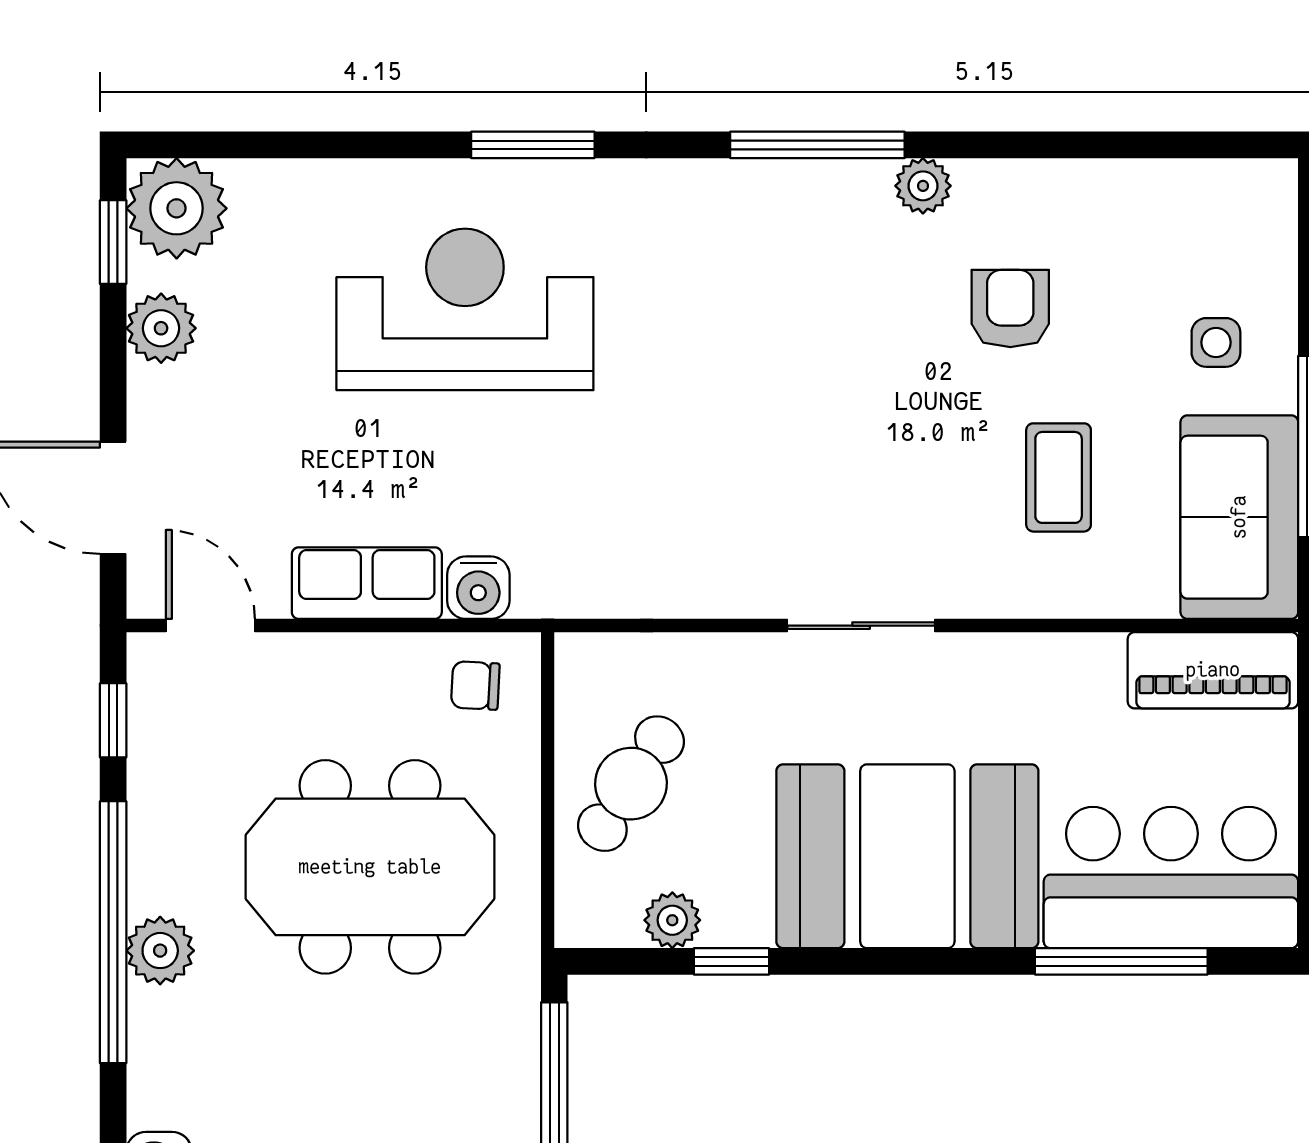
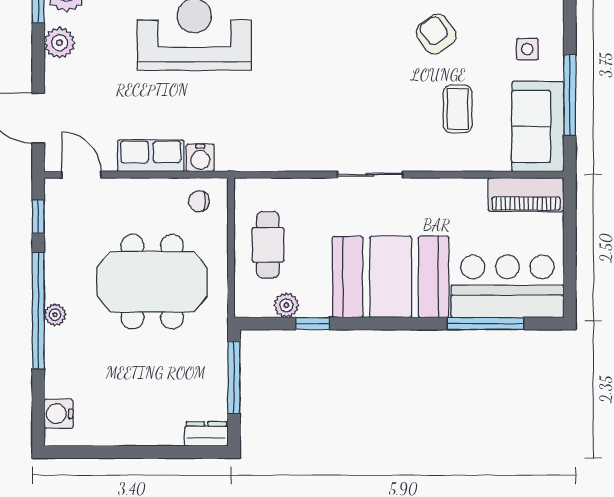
armchair: (1010, 309) -> (436, 34), turned -36
cafe table: (631, 784) -> (268, 245), turned -33
plant: (160, 951) -> (55, 315), width x0.73, depth x0.73

